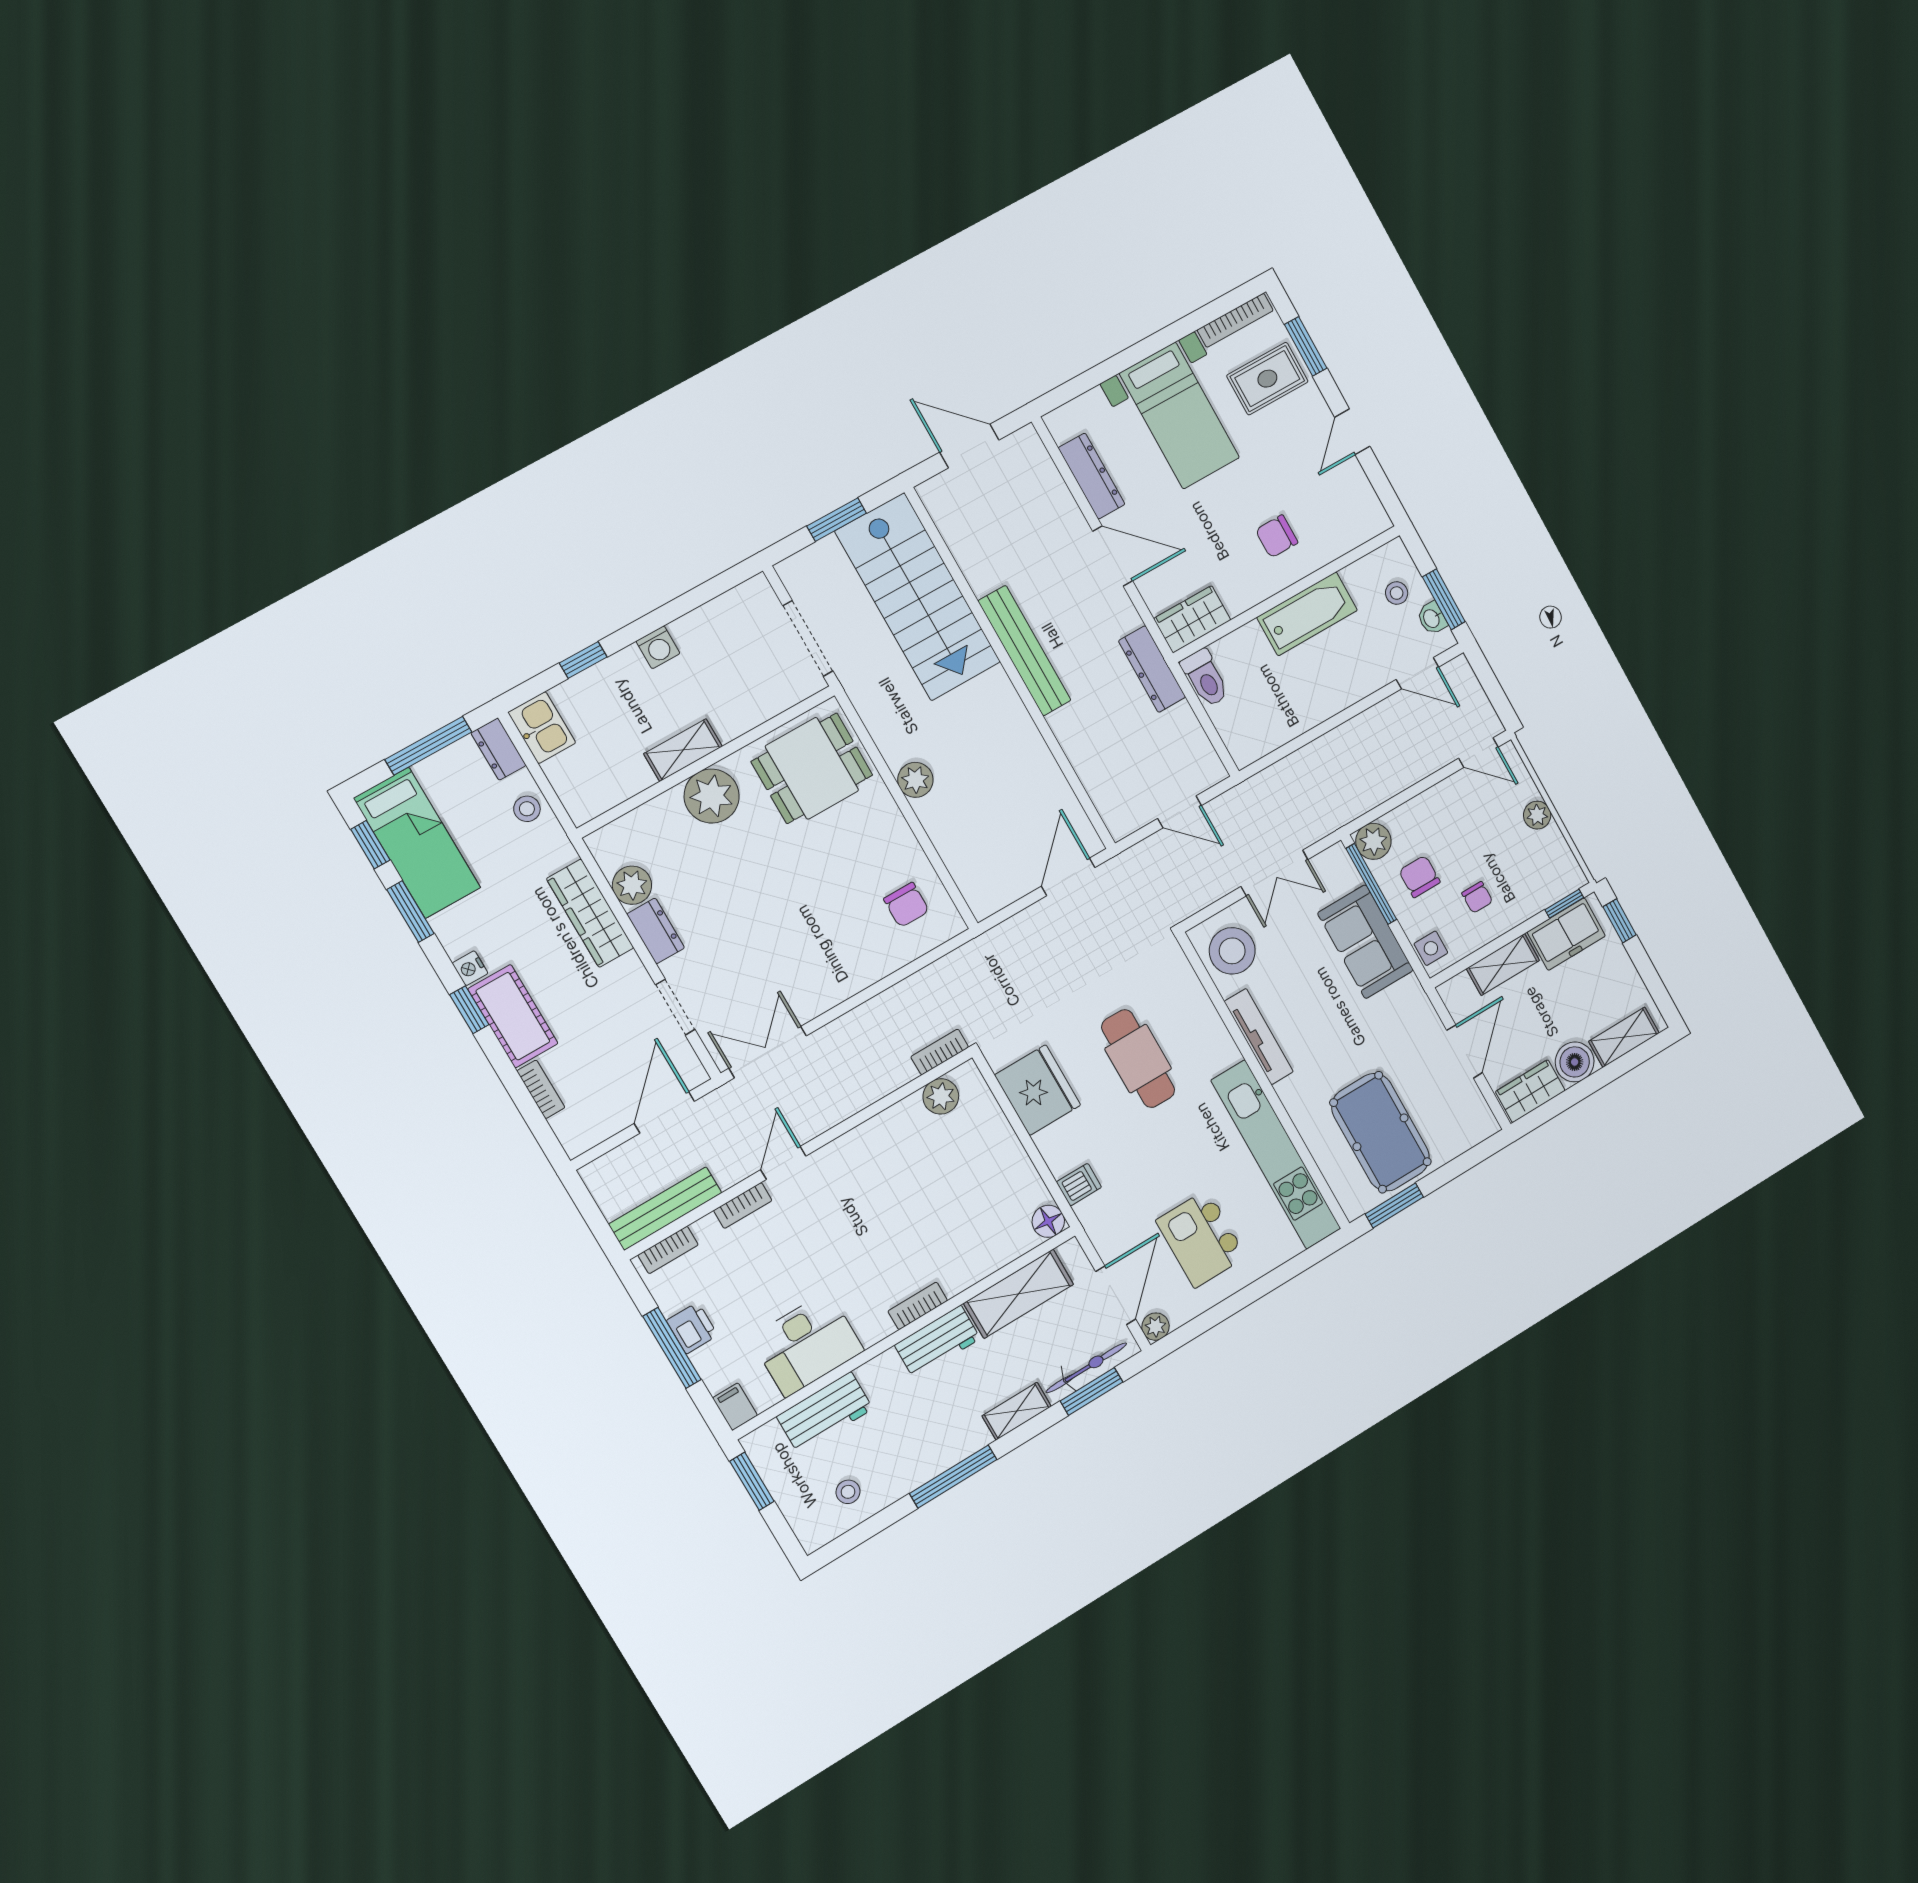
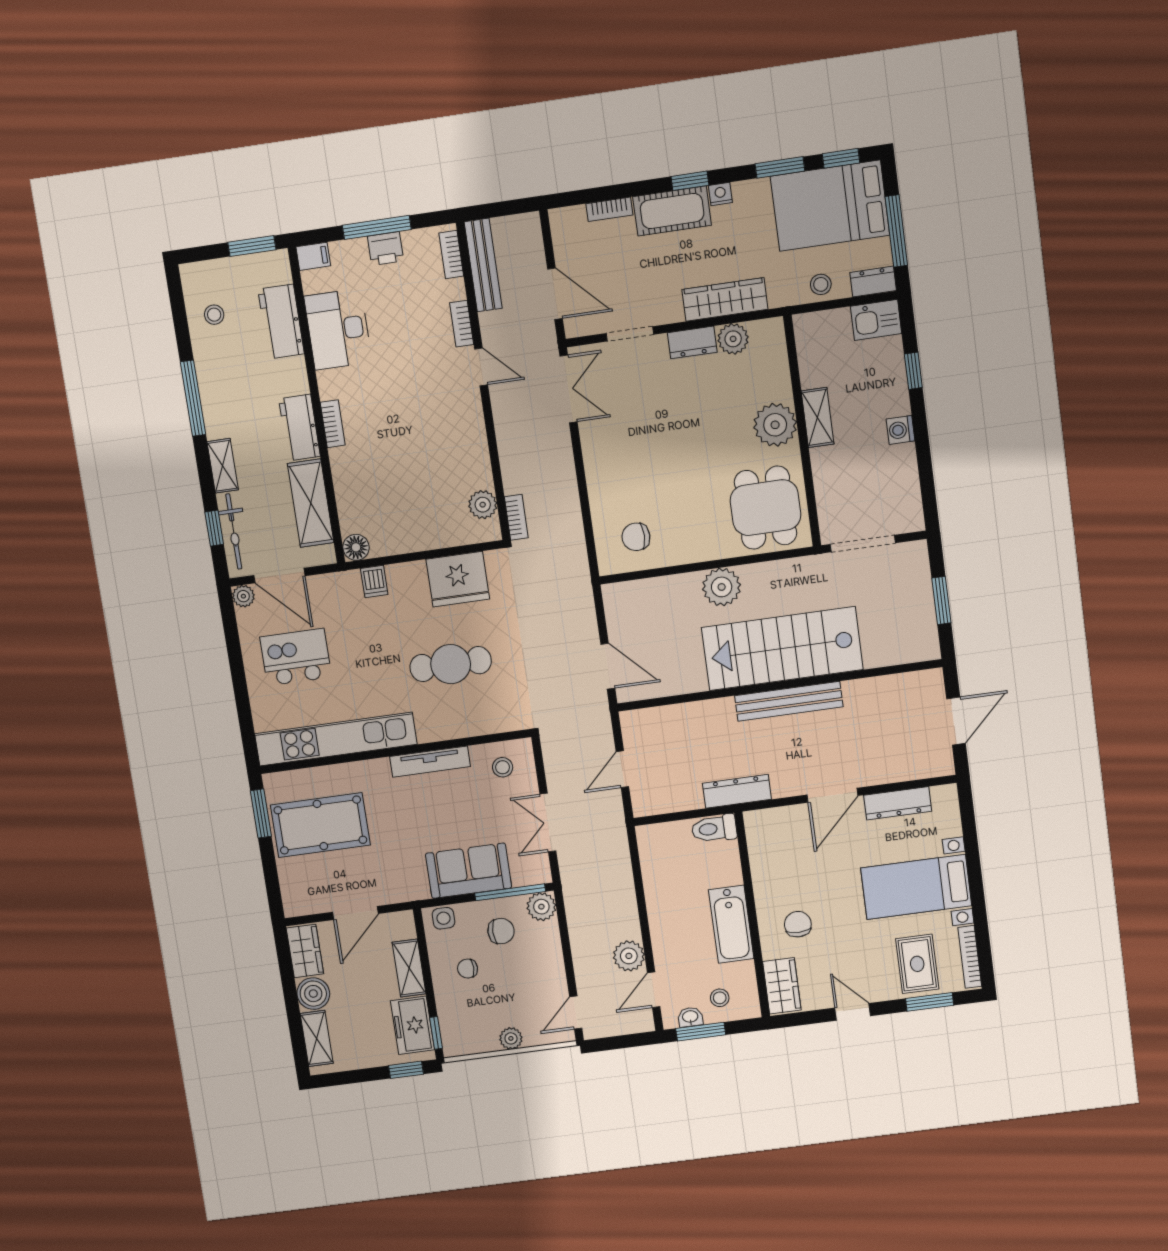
stairs: (918, 597) -> (782, 649), moved
wardrobe: (1192, 619) -> (782, 986), moved
plant: (1390, 718) -> (629, 956), added
plant: (915, 780) -> (722, 587), width x1.36, depth x1.36
bed: (417, 843) -> (830, 206), width x1.50
stool: (1232, 951) -> (503, 767), width x0.53, depth x0.53
door: (1465, 1051) -> (355, 913), hinge flipped
window: (1091, 1391) -> (214, 528), width x0.67

